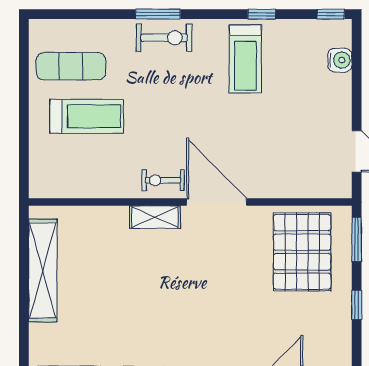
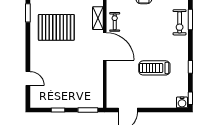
treadmill: (245, 59) -> (154, 68), moved
water cooler: (340, 60) -> (182, 102), moved
door: (217, 202) -> (105, 46), hinge flipped
pallet: (302, 252) -> (56, 27), moved

